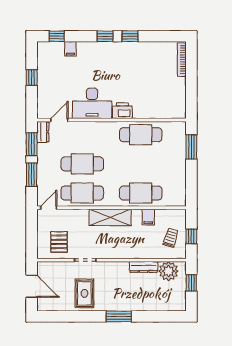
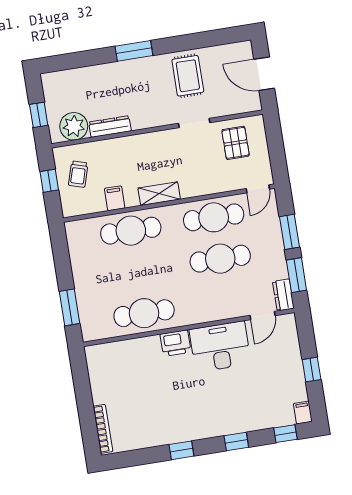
window: (105, 36) -> (236, 442), moved
filing cabinet: (70, 49) -> (303, 413), moved
shelving: (110, 217) -> (159, 194), width x0.67, depth x0.75

